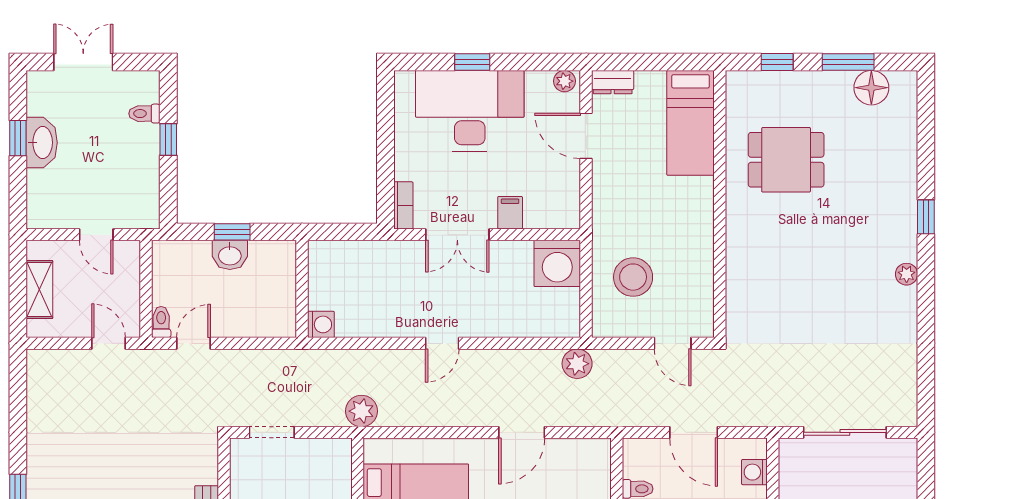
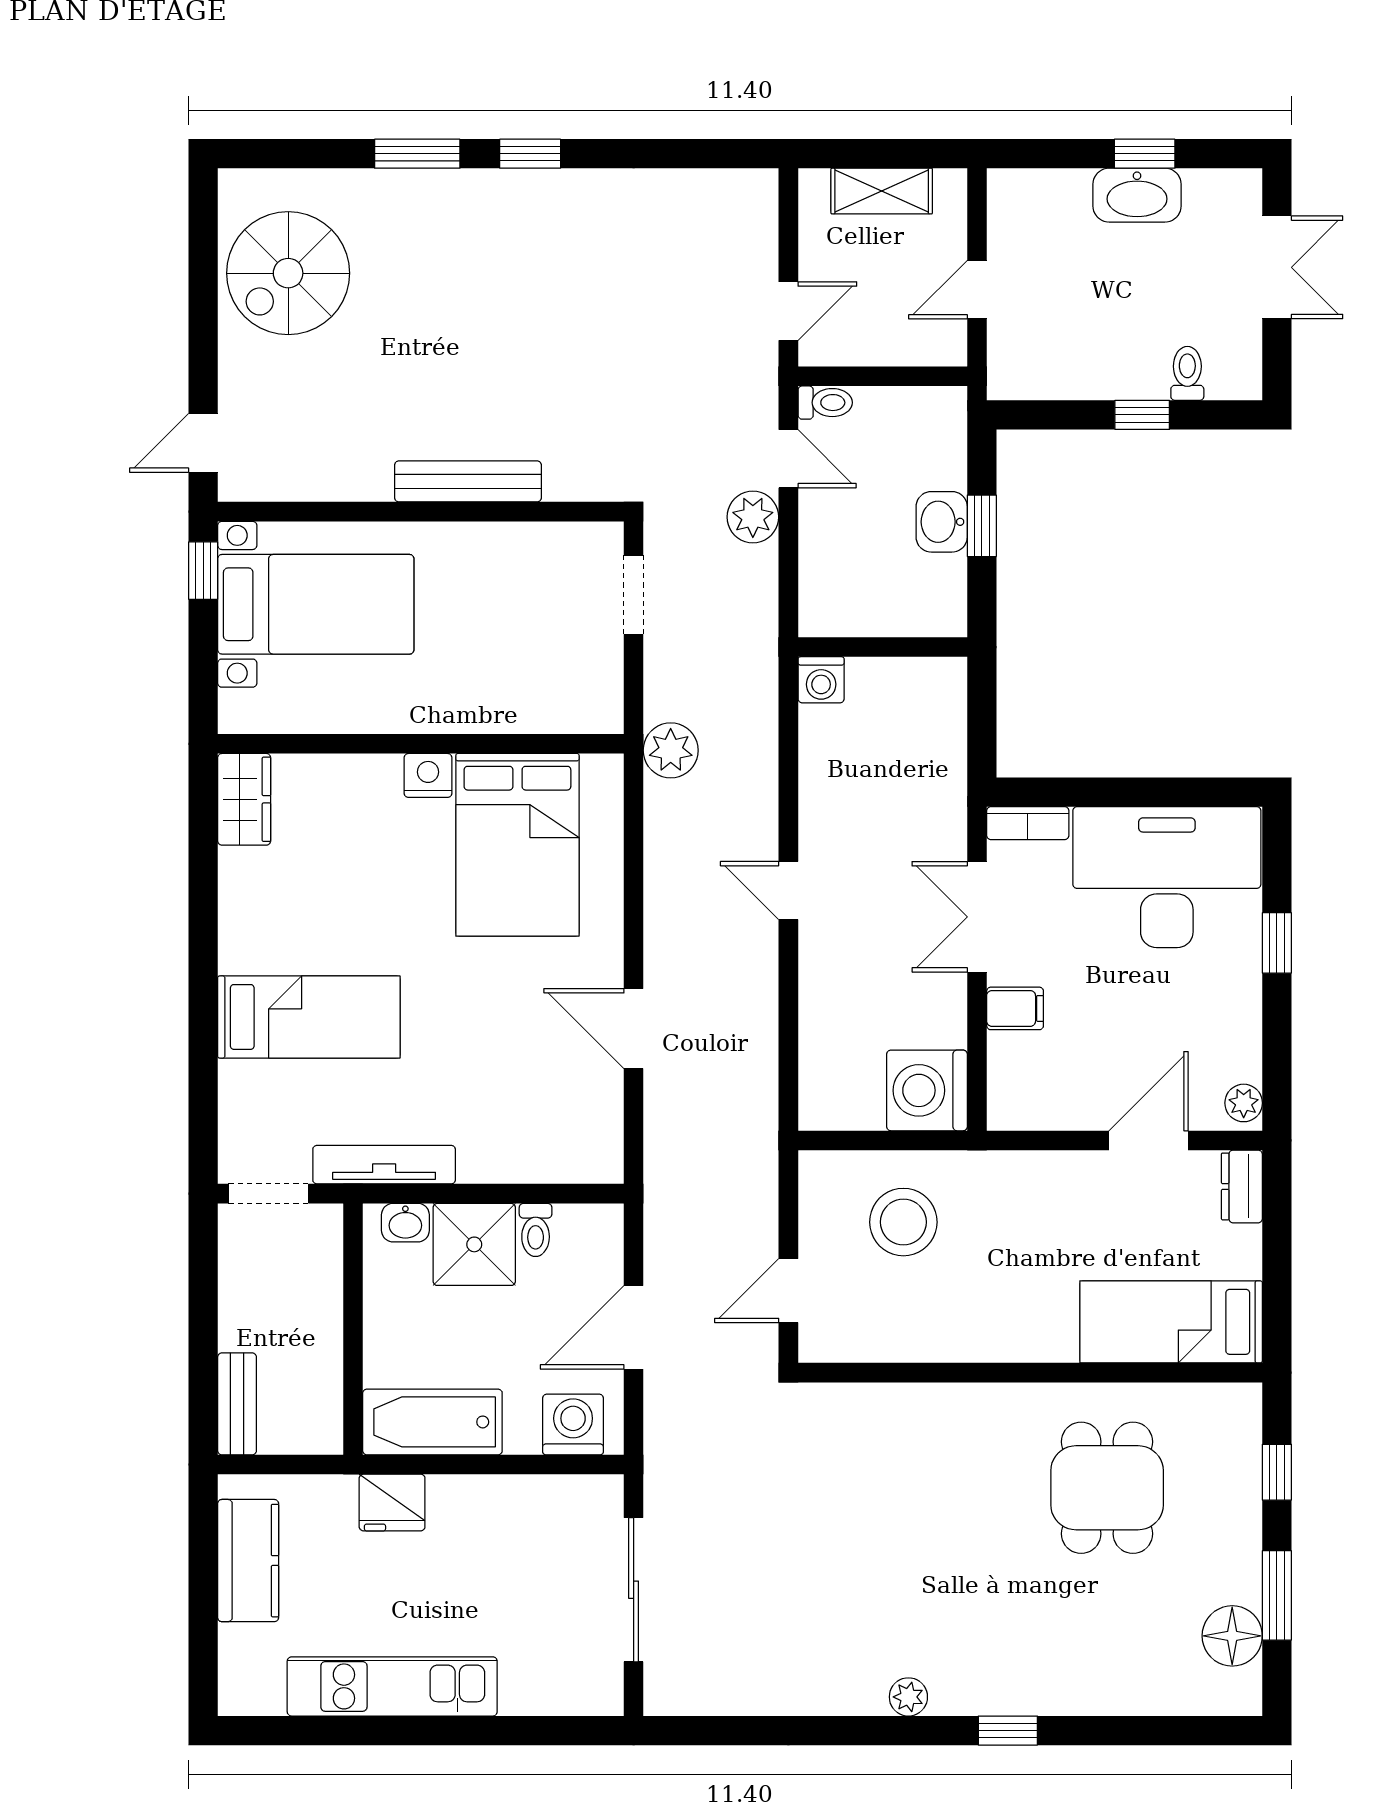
desk: (470, 111) -> (1167, 877), moved, turned -90
plant: (577, 364) -> (753, 517), moved
washing machine: (754, 472) -> (573, 1424), width x1.38, depth x1.38

